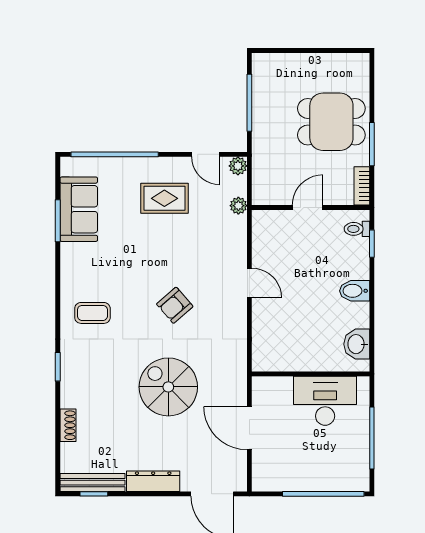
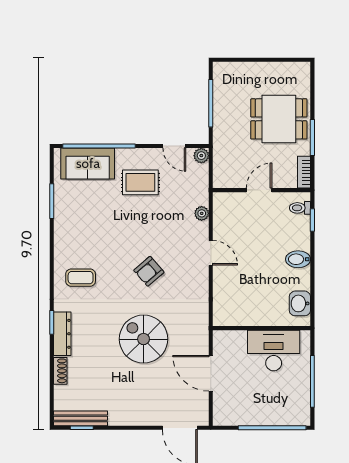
plant: (238, 206) -> (202, 213), moved
sofa: (79, 209) -> (88, 163), moved, turned 90
dresser: (153, 481) -> (62, 334), moved, turned 90

